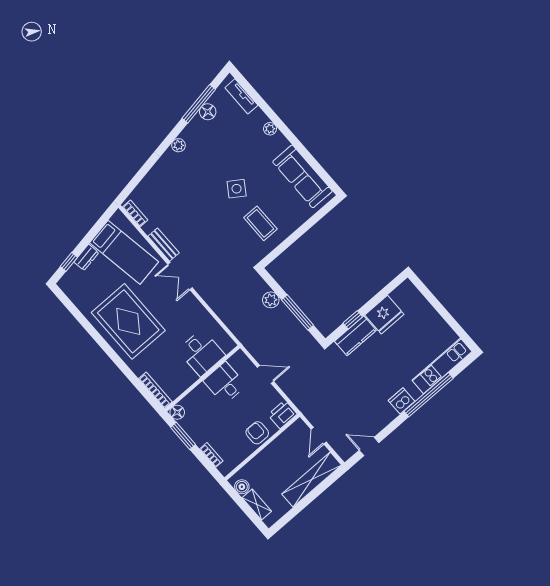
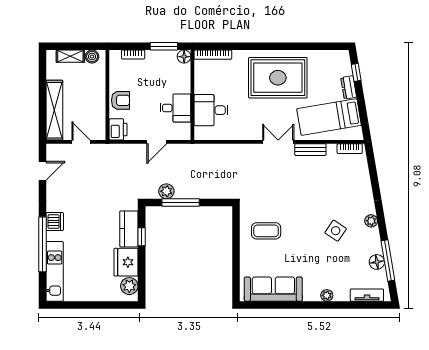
side table: (237, 189) -> (336, 231), moved
plant: (401, 295) -> (129, 286), added
plant: (271, 300) -> (166, 191), moved

